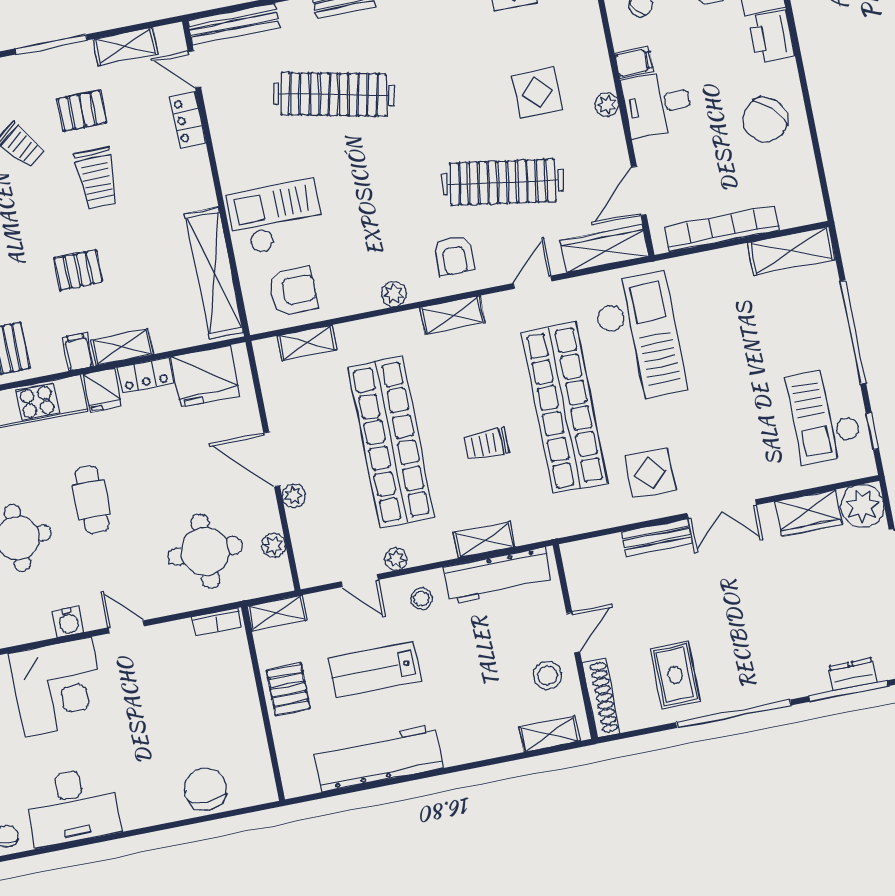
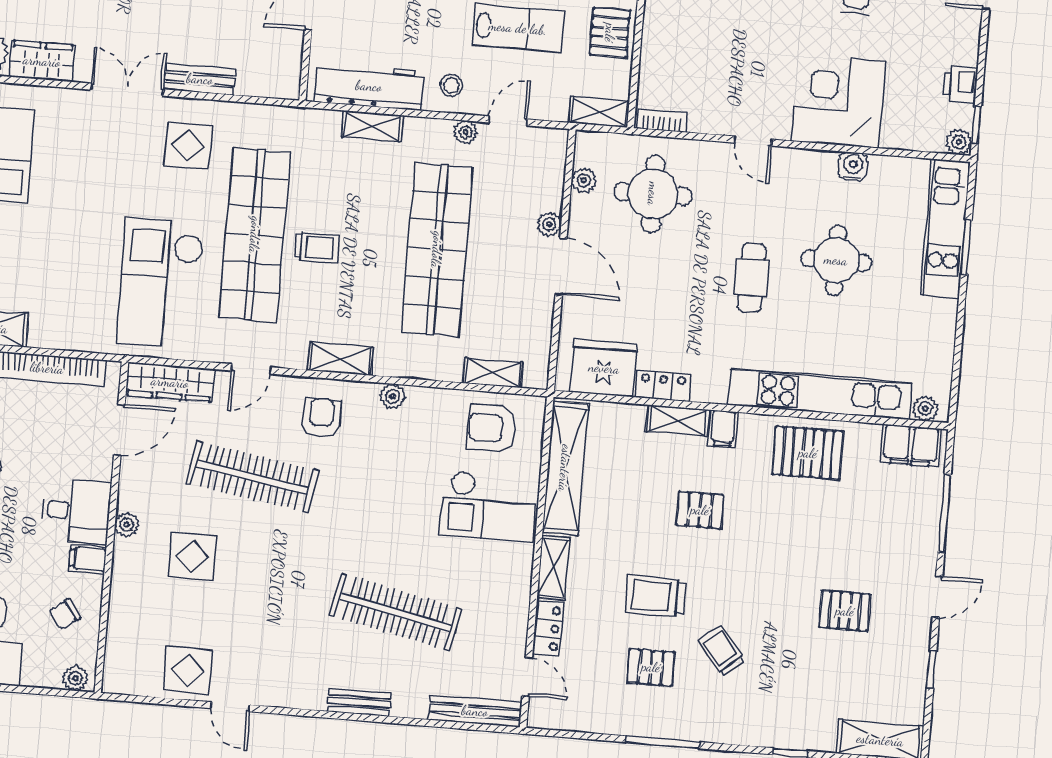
shelving: (125, 47) -> (553, 568), moved, turned 90
trolley: (97, 178) -> (655, 596), turned -90
fridge: (102, 390) -> (710, 383), removed
trolley: (487, 444) -> (317, 248), moved
door: (360, 581) -> (508, 121), hinge flipped
water cooler: (69, 622) -> (853, 166), moved

